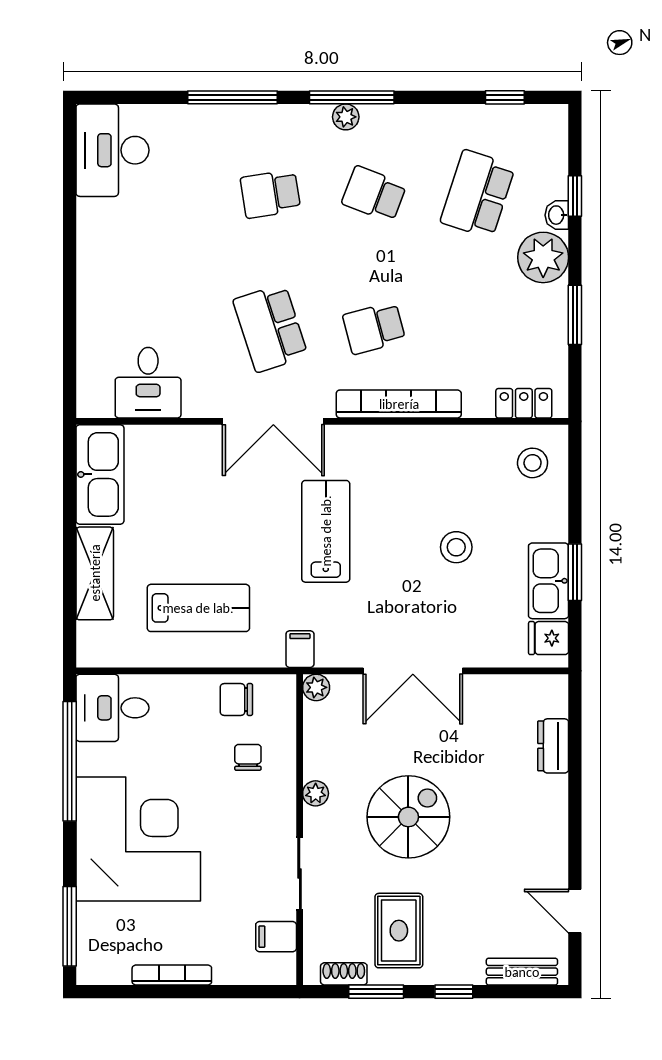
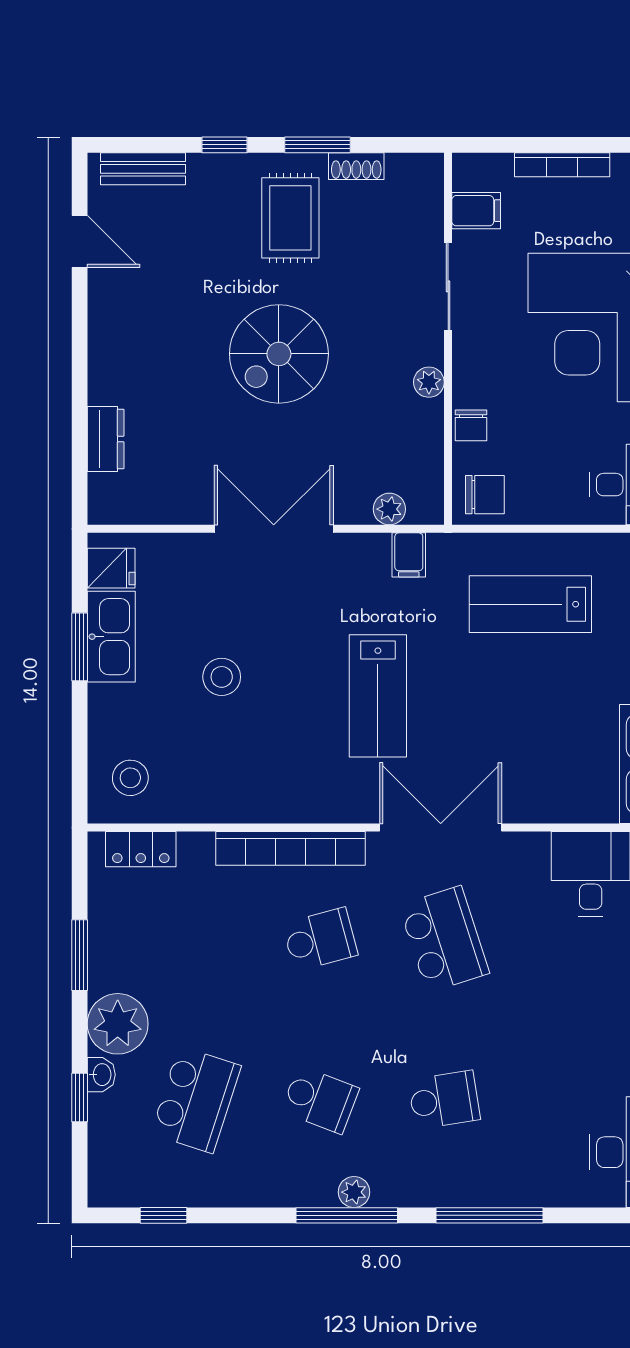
plant: (316, 793) -> (429, 382), moved
wall: (300, 830) -> (448, 339), moved
sliding door: (300, 873) -> (448, 286), moved
filing cabinet: (276, 937) -> (476, 211), moved

